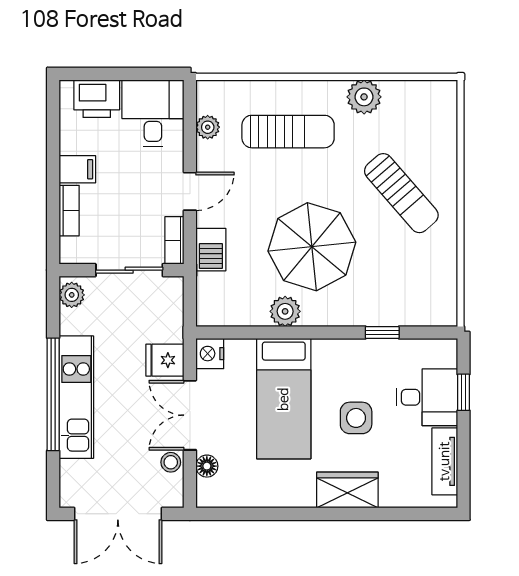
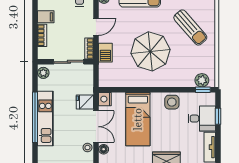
plant: (285, 311) -> (202, 80), moved
window: (382, 333) -> (203, 90), moved
double door: (190, 415) -> (96, 127), swing flipped
side table: (356, 418) -> (172, 102), moved

